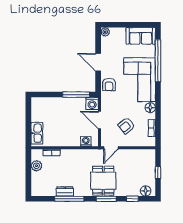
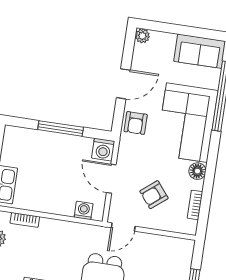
door: (98, 62) -> (123, 84), swing flipped
window: (76, 95) -> (61, 128), moved

